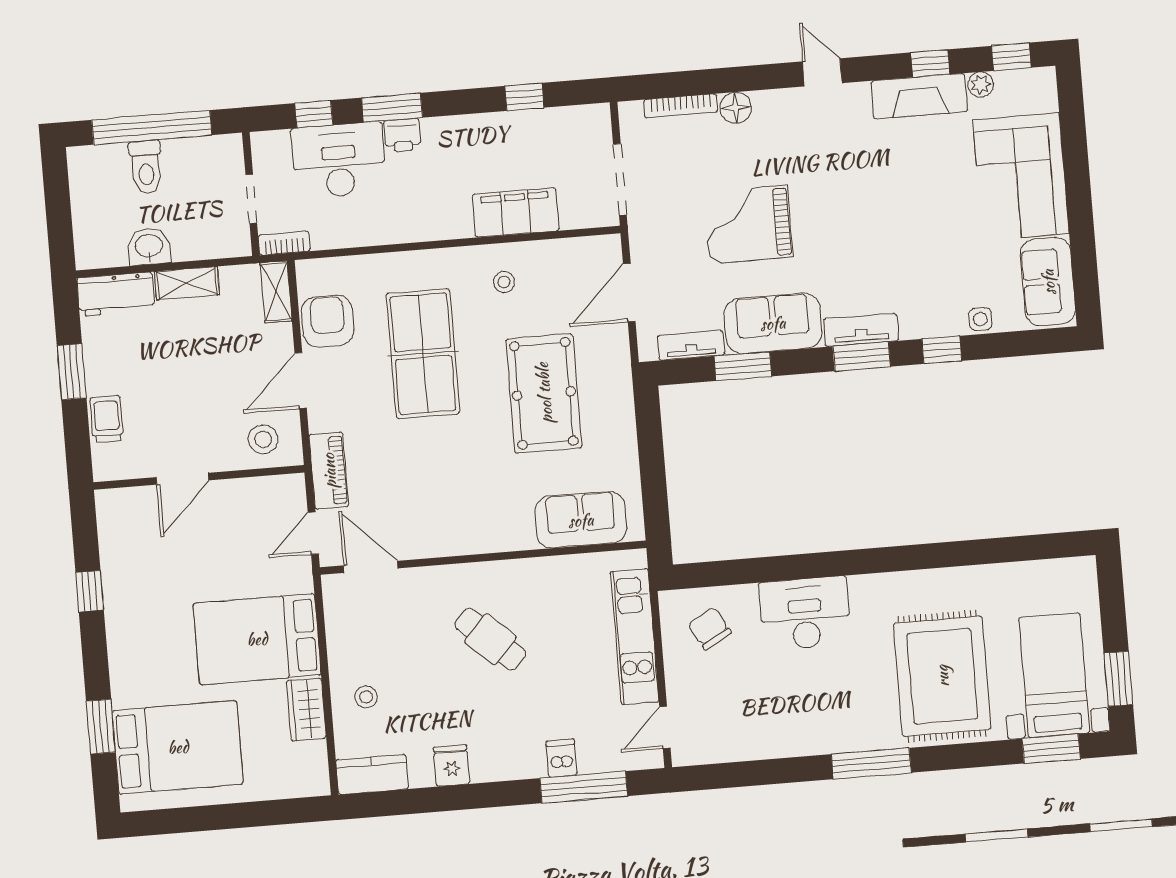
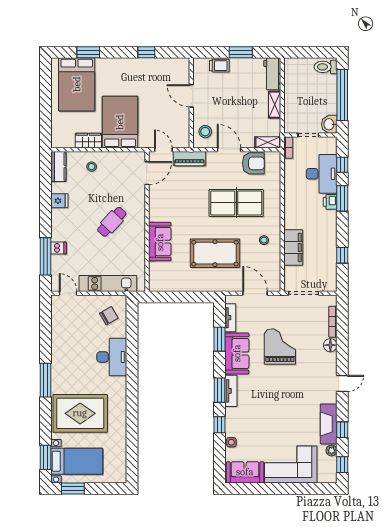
toilet: (146, 167) -> (326, 67), moved
washbasin: (149, 247) -> (329, 124), moved, turned 180
sofa: (581, 520) -> (160, 242), moved

